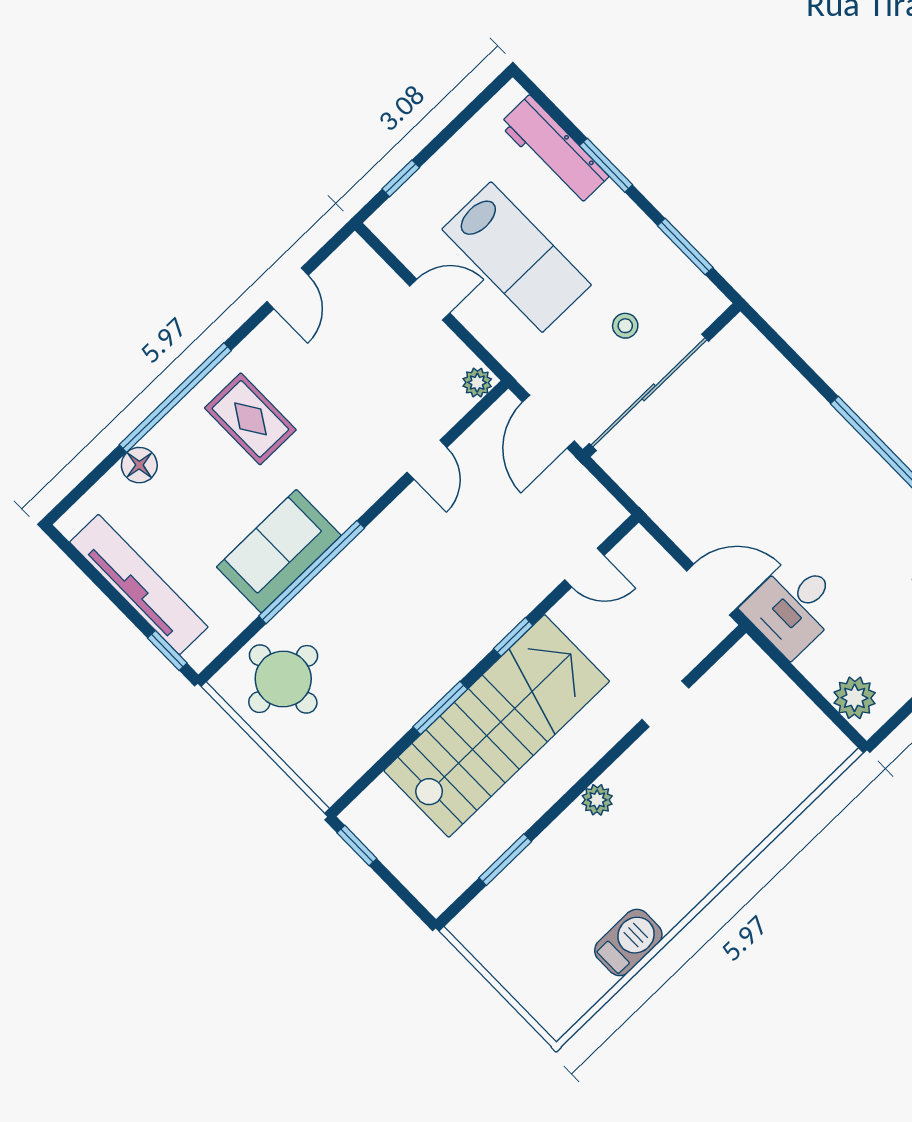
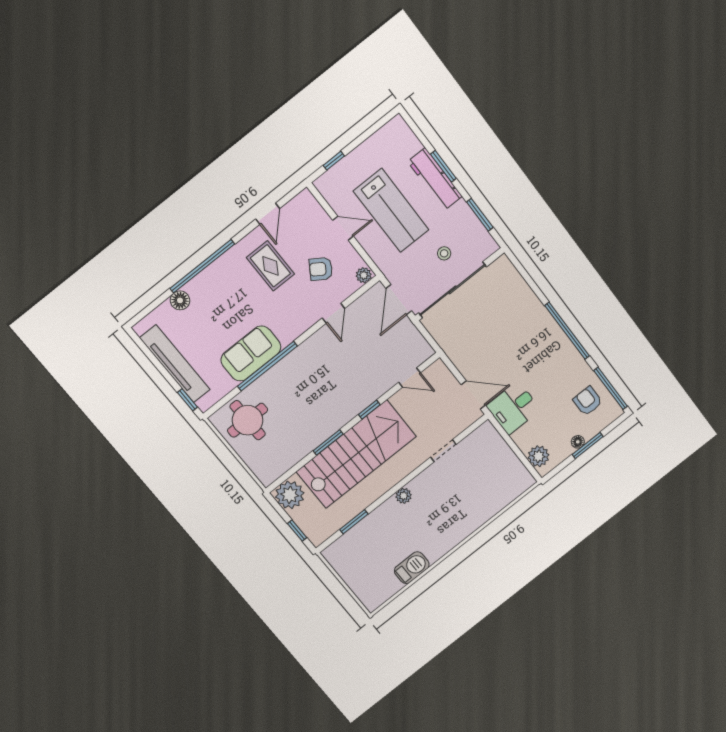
workbench: (554, 150) -> (435, 179), moved
armchair: (396, 379) -> (321, 269), added
rug: (250, 419) -> (270, 266), moved
plant: (376, 817) -> (290, 495), added
window: (357, 846) -> (297, 530), moved

